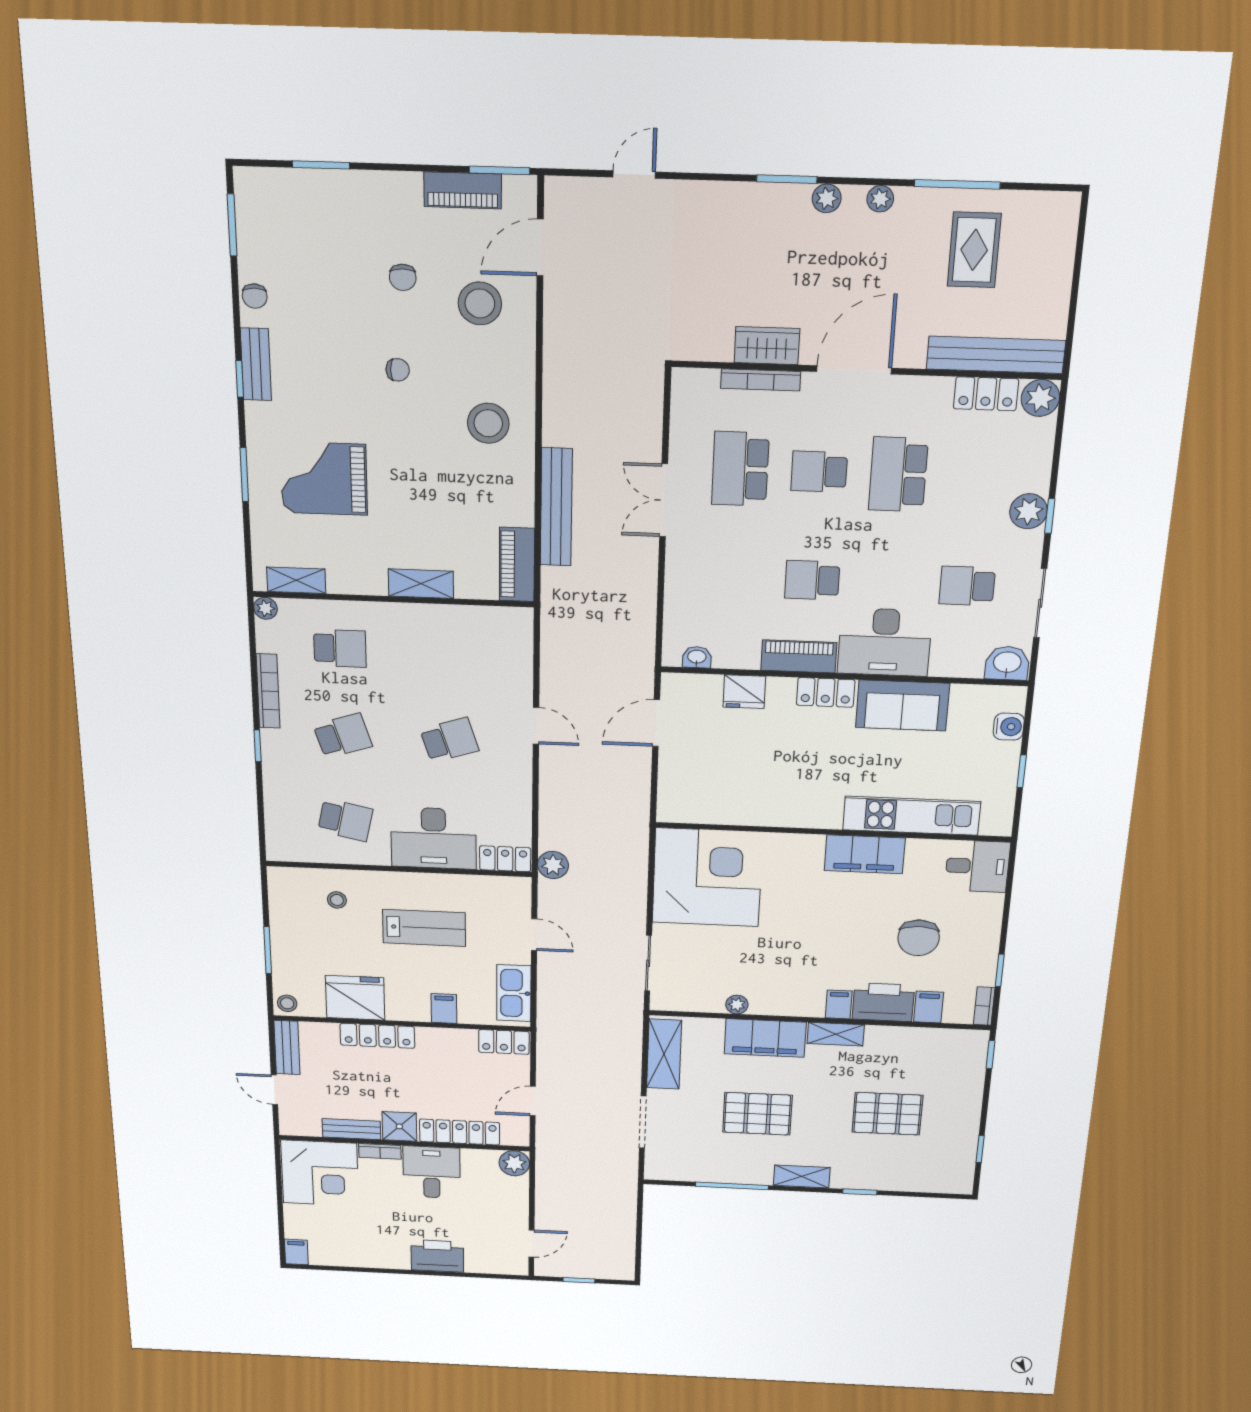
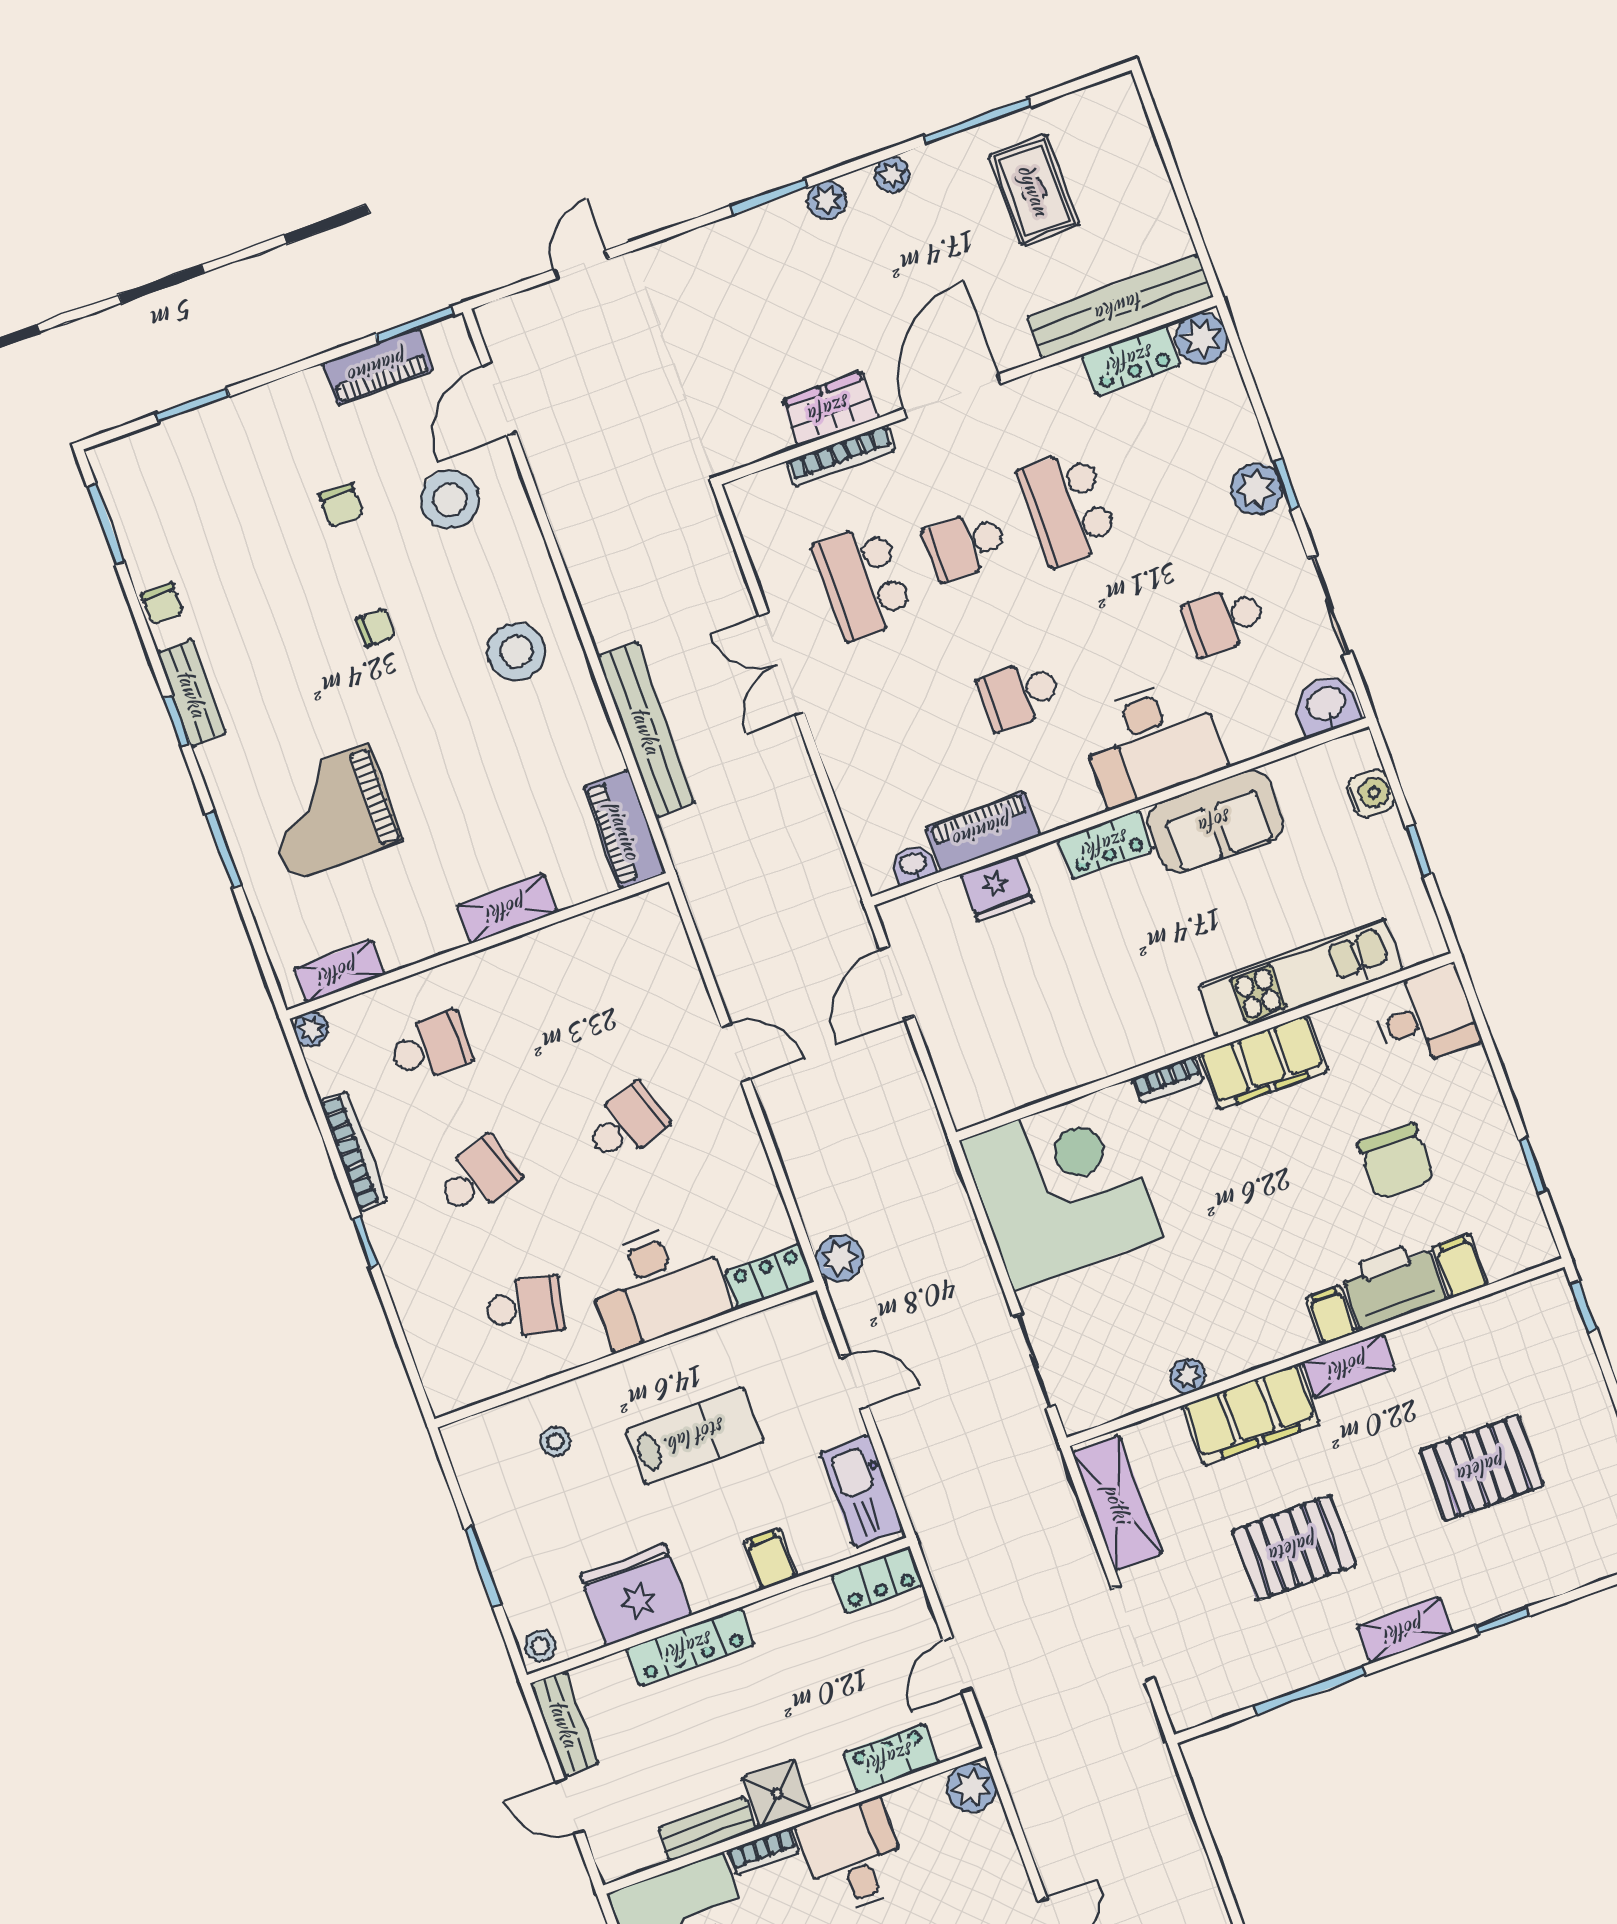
piano: (799, 656) -> (983, 831), moved
bookcase: (984, 1006) -> (1168, 1079), moved, turned -90
locker: (460, 1132) -> (891, 1758), width x0.66

